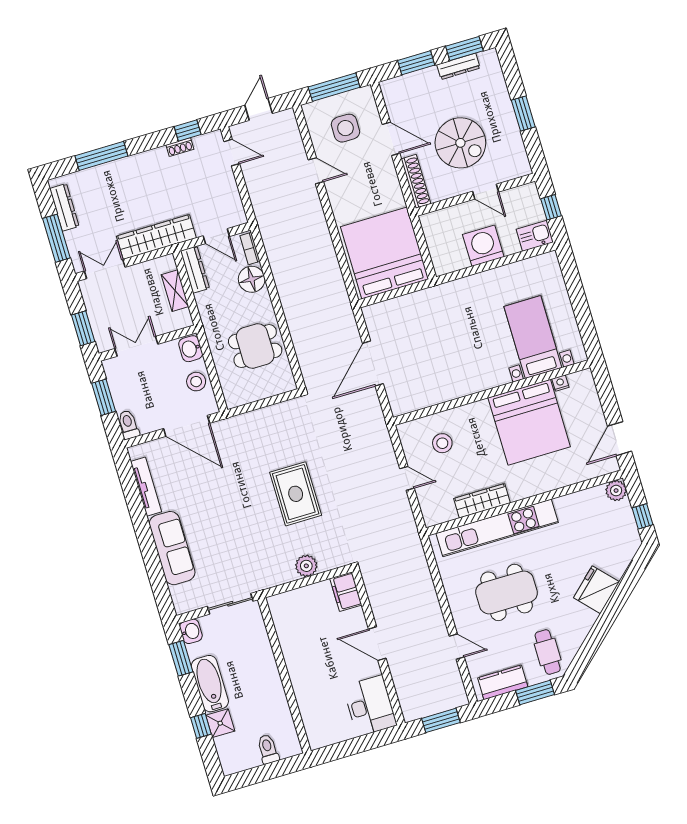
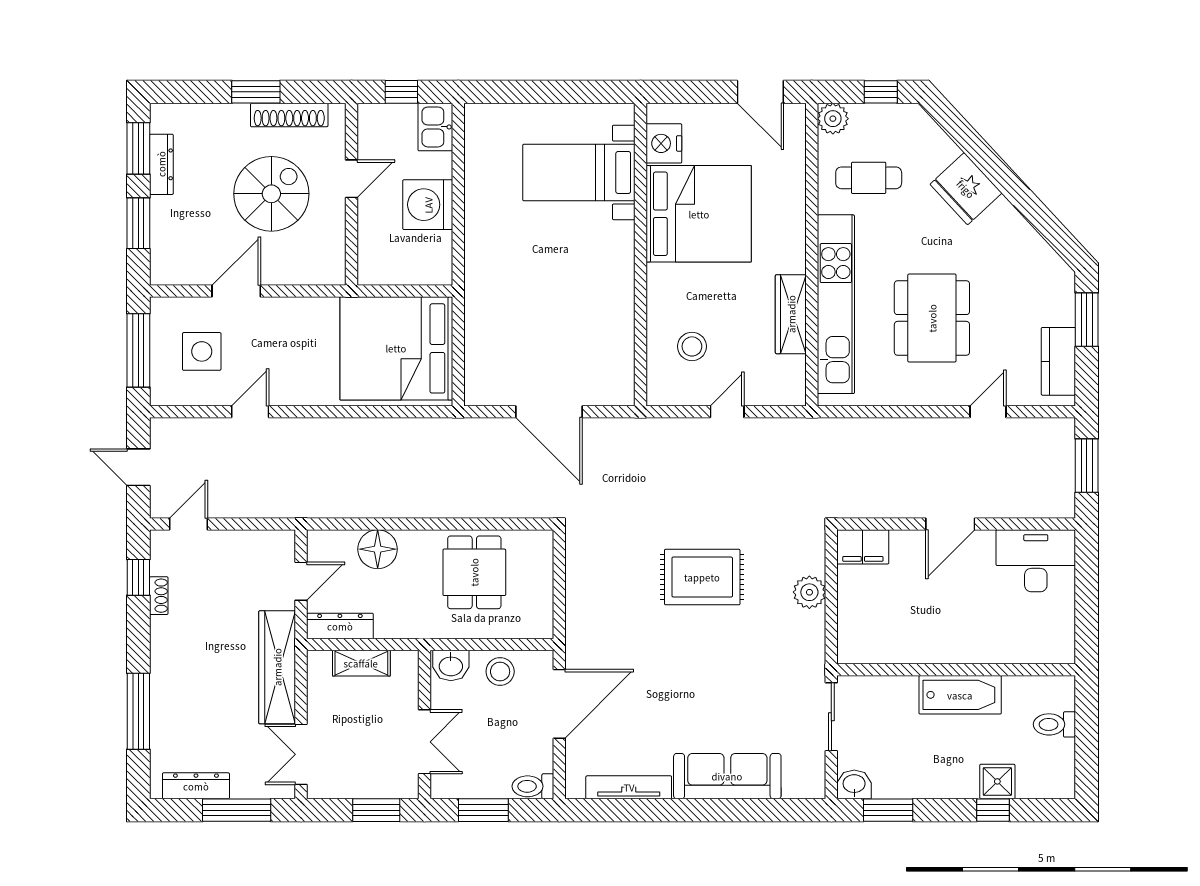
shoe rack: (416, 181) -> (289, 115), moved, turned 180
bookcase: (250, 249) -> (333, 539), removed
double door: (136, 346) -> (425, 742), swing flipped
nightstand: (560, 383) -> (664, 143), width x1.89, depth x1.79
cafe table: (548, 652) -> (869, 178), moved
bathtub: (210, 684) -> (960, 695), moved, turned 180

